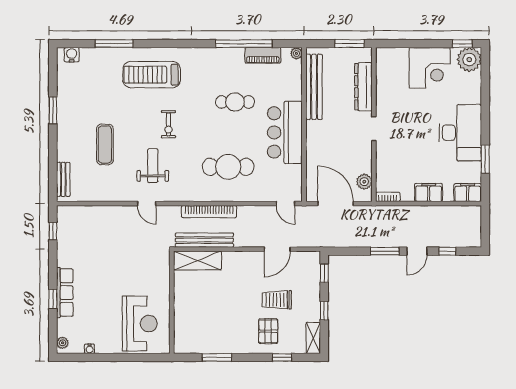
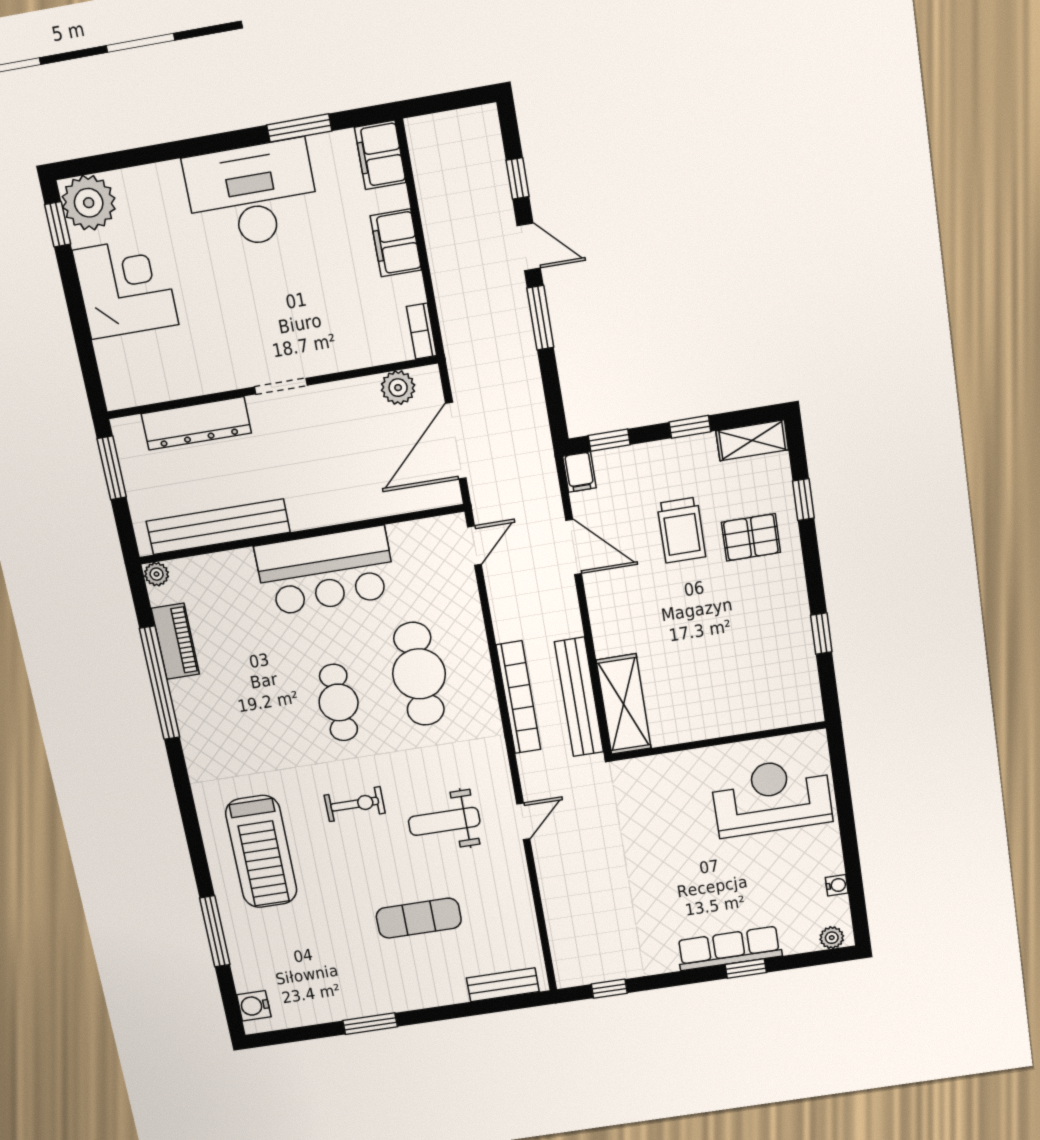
cafe table: (235, 102) -> (339, 703), moved
filing cabinet: (312, 257) -> (579, 472), added
window: (217, 357) -> (821, 634), width x0.67

